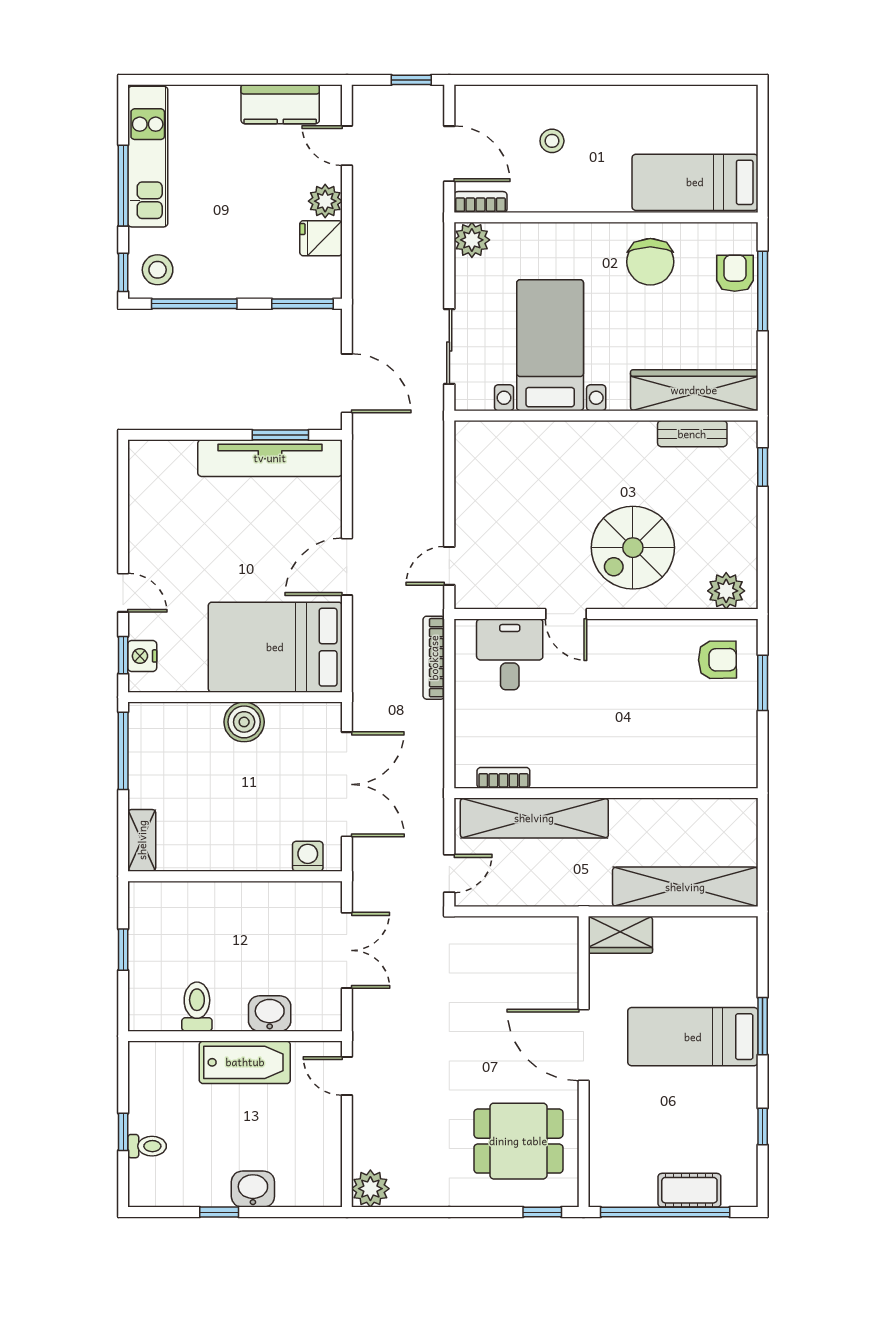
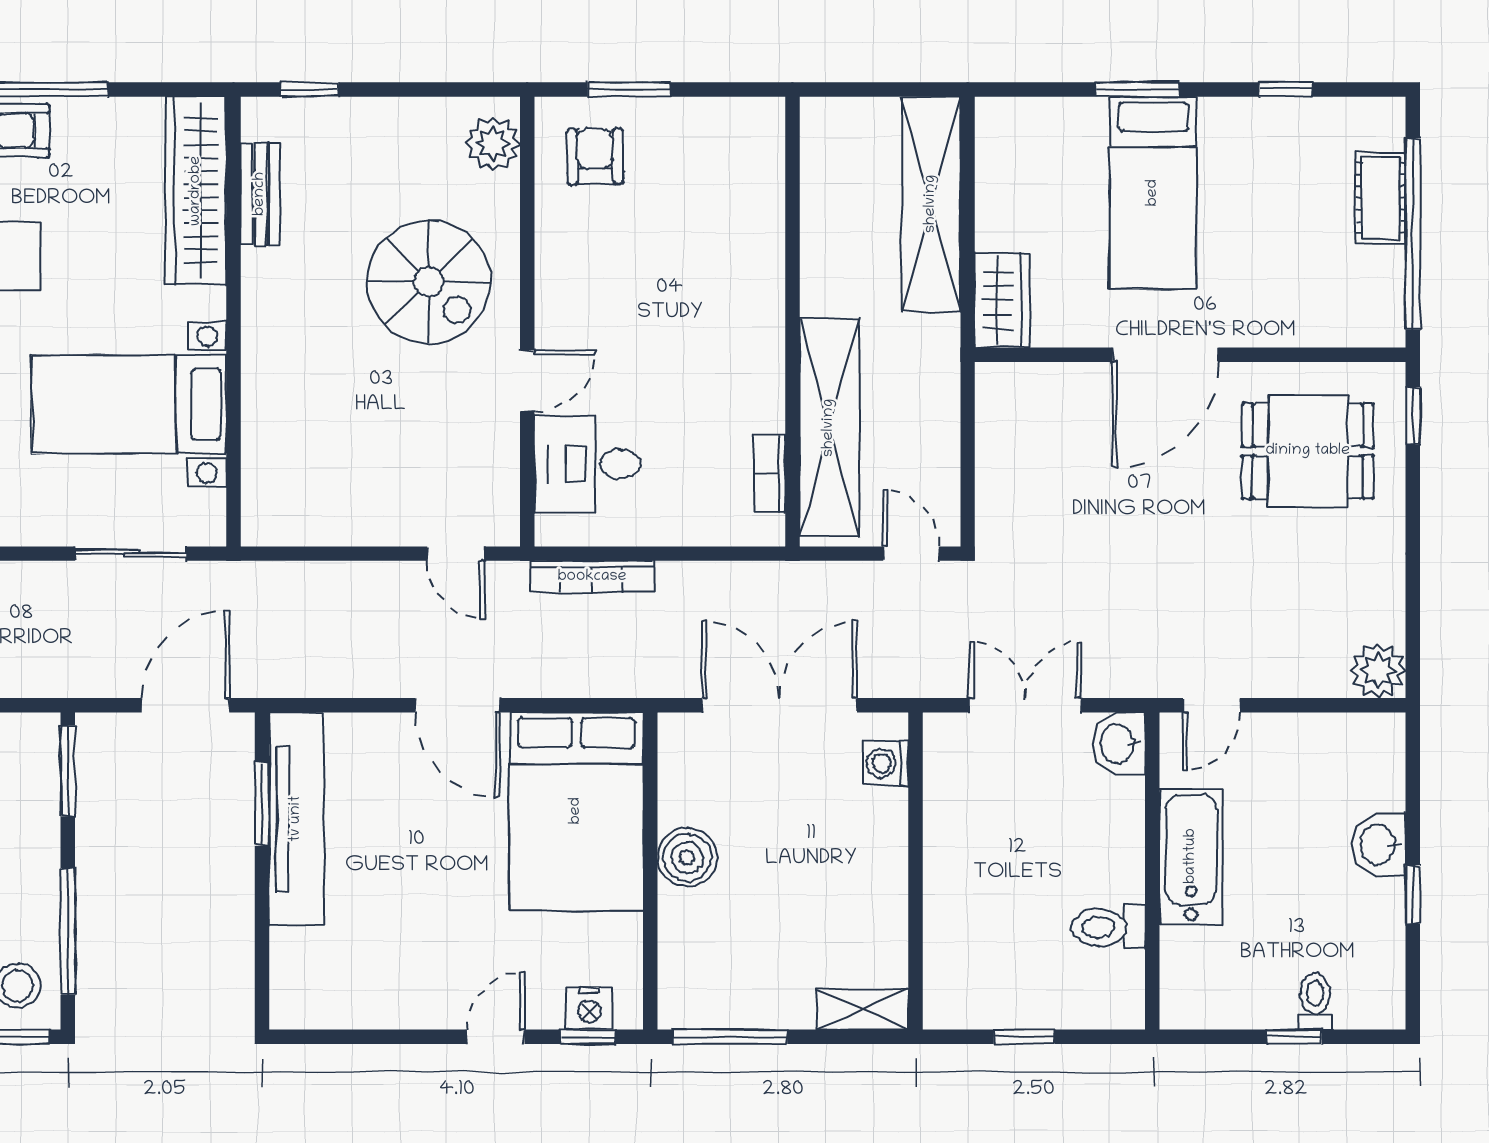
washbasin: (270, 1014) -> (1119, 743), moved
dining table: (518, 1141) -> (1308, 451), turned 90

